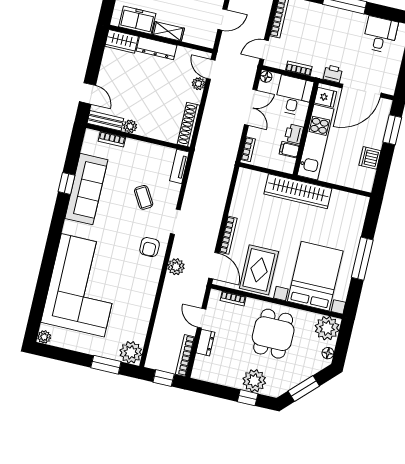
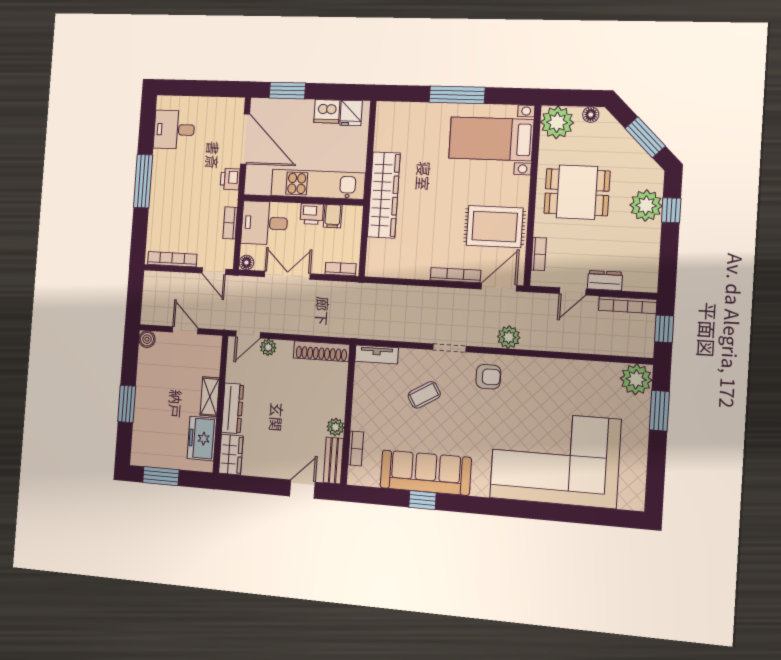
fridge: (325, 97) -> (351, 113), moved, turned 180
bed with nightstands: (315, 276) -> (491, 139), width x0.73
plant: (44, 337) -> (635, 501), removed

